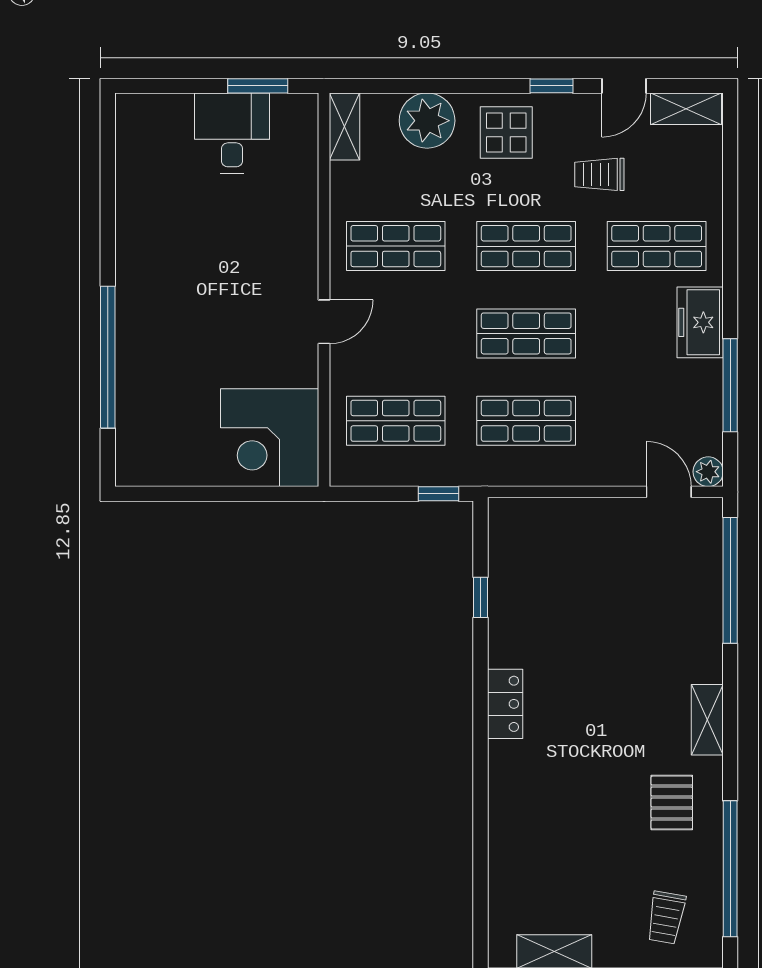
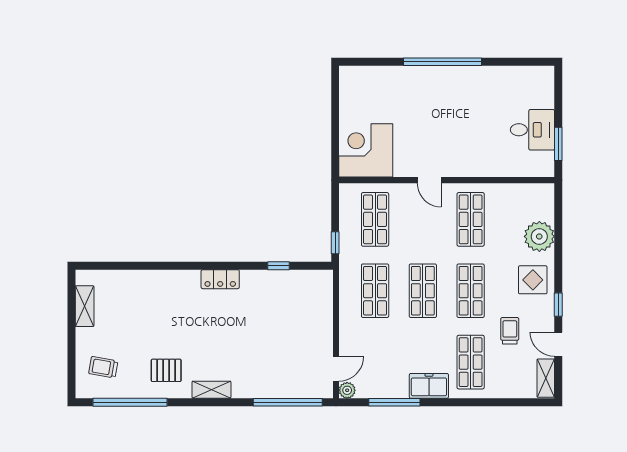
shelving: (344, 126) -> (536, 191), removed
window: (108, 357) -> (442, 62), moved

